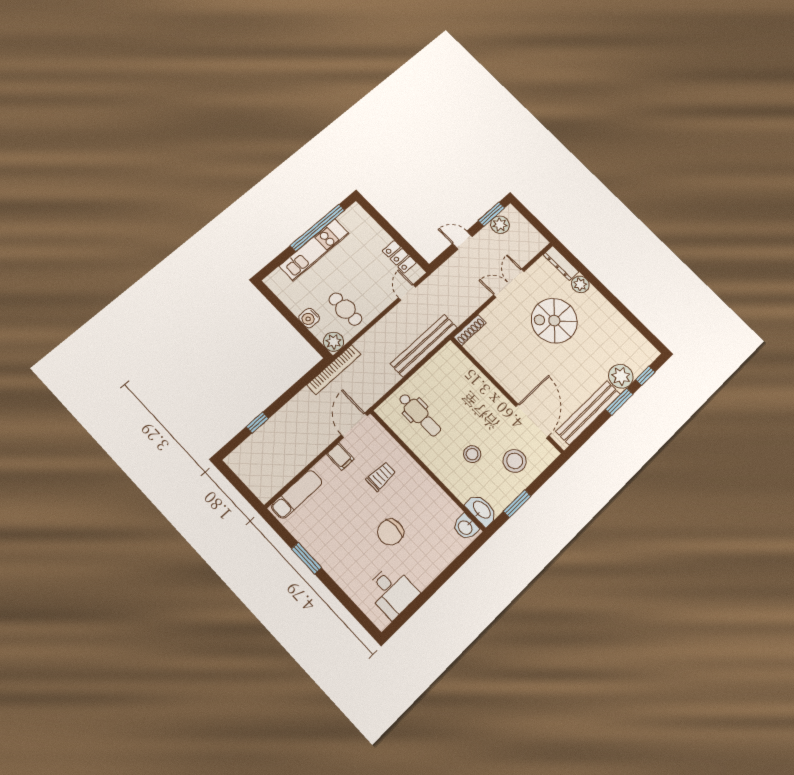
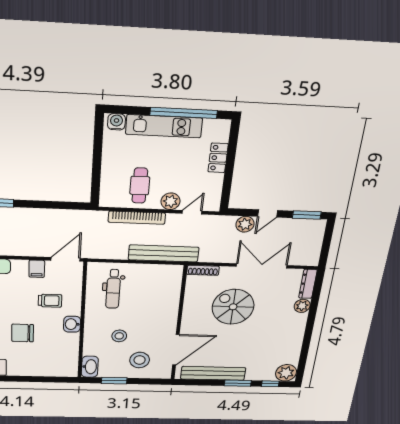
plant: (500, 225) -> (245, 224), moved
door: (462, 240) -> (268, 213), swing flipped
locker: (399, 257) -> (218, 158), moved
double door: (509, 283) -> (262, 266), width x1.37
water cooler: (309, 318) -> (116, 122), moved, turned 90
spiral stairs: (554, 321) -> (233, 307), moved
plant: (334, 342) -> (171, 201), moved
bookcase: (334, 370) -> (137, 218), moved
plant: (621, 376) -> (286, 373), moved
washbasin: (465, 527) -> (72, 324), moved

